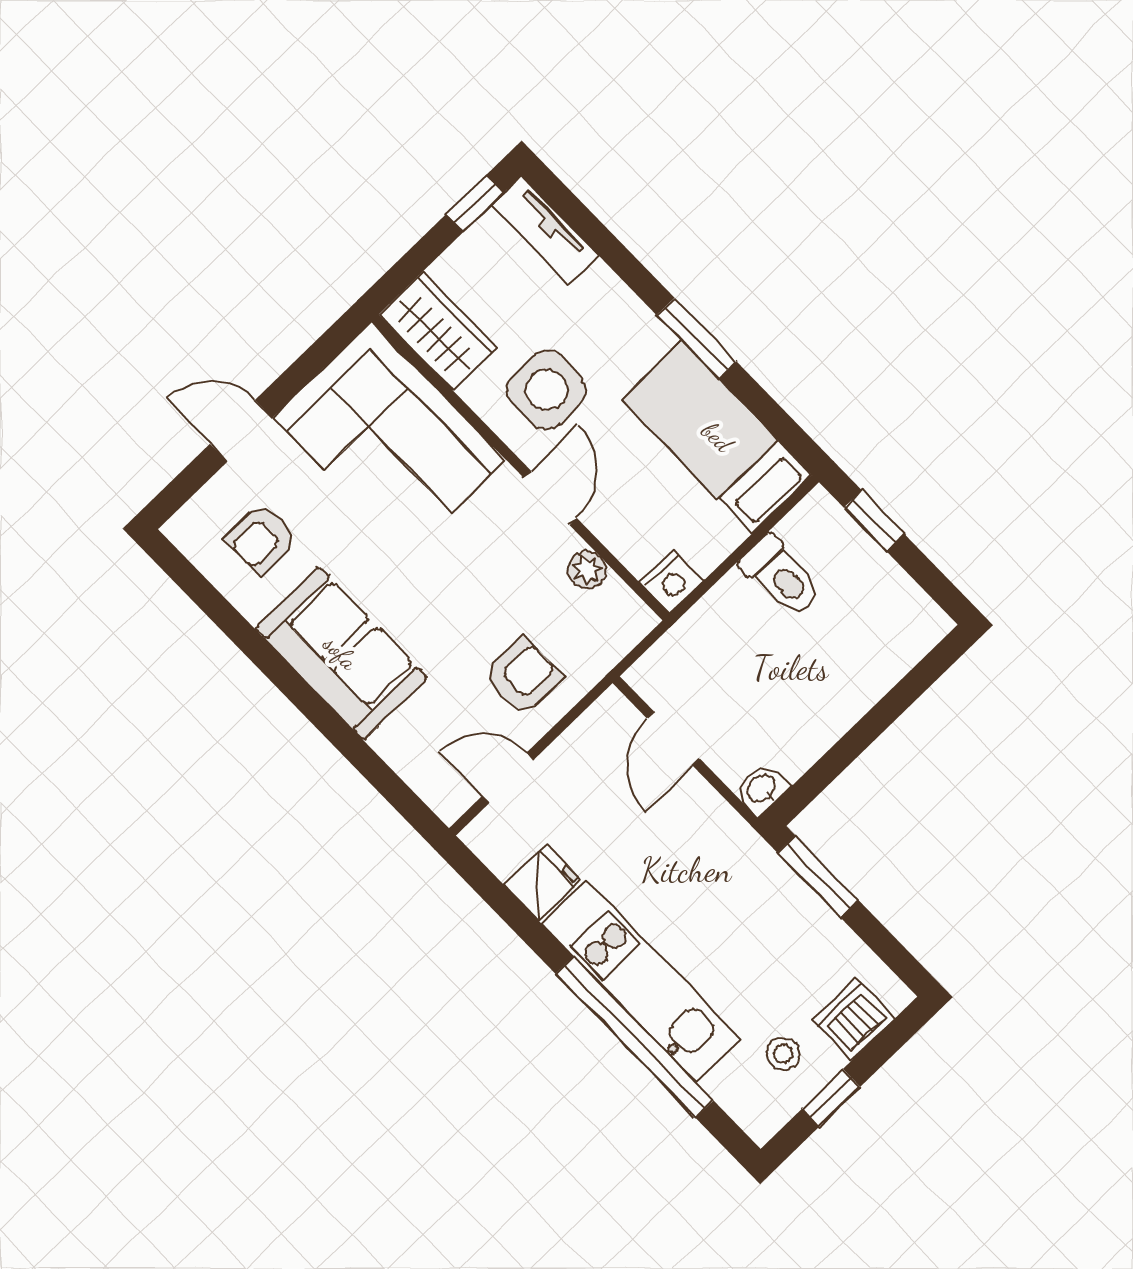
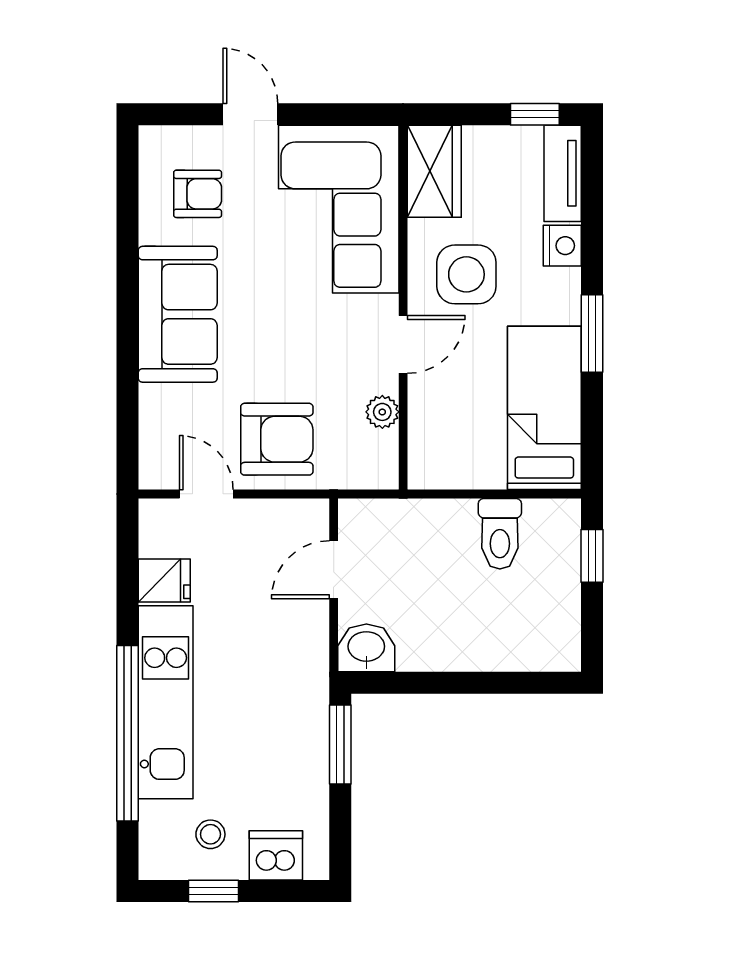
armchair: (261, 538) -> (198, 194), turned 180
nightstand: (672, 582) -> (562, 246), moved, turned -90
armchair: (522, 677) -> (277, 439), width x1.38, depth x1.38
washbasin: (762, 789) -> (366, 648), width x1.38, depth x1.45

